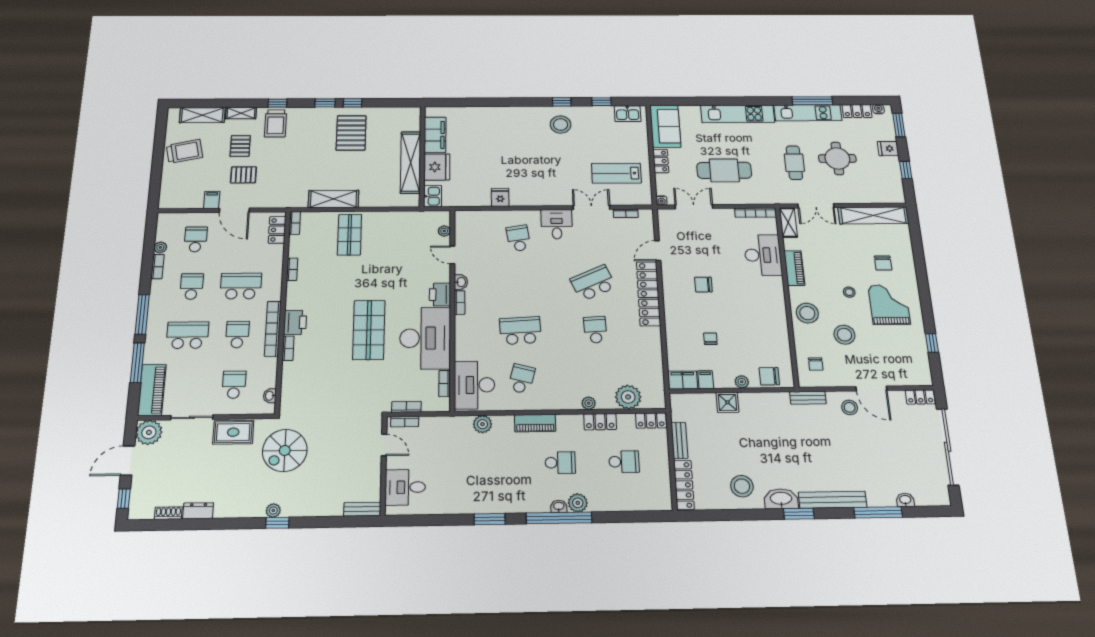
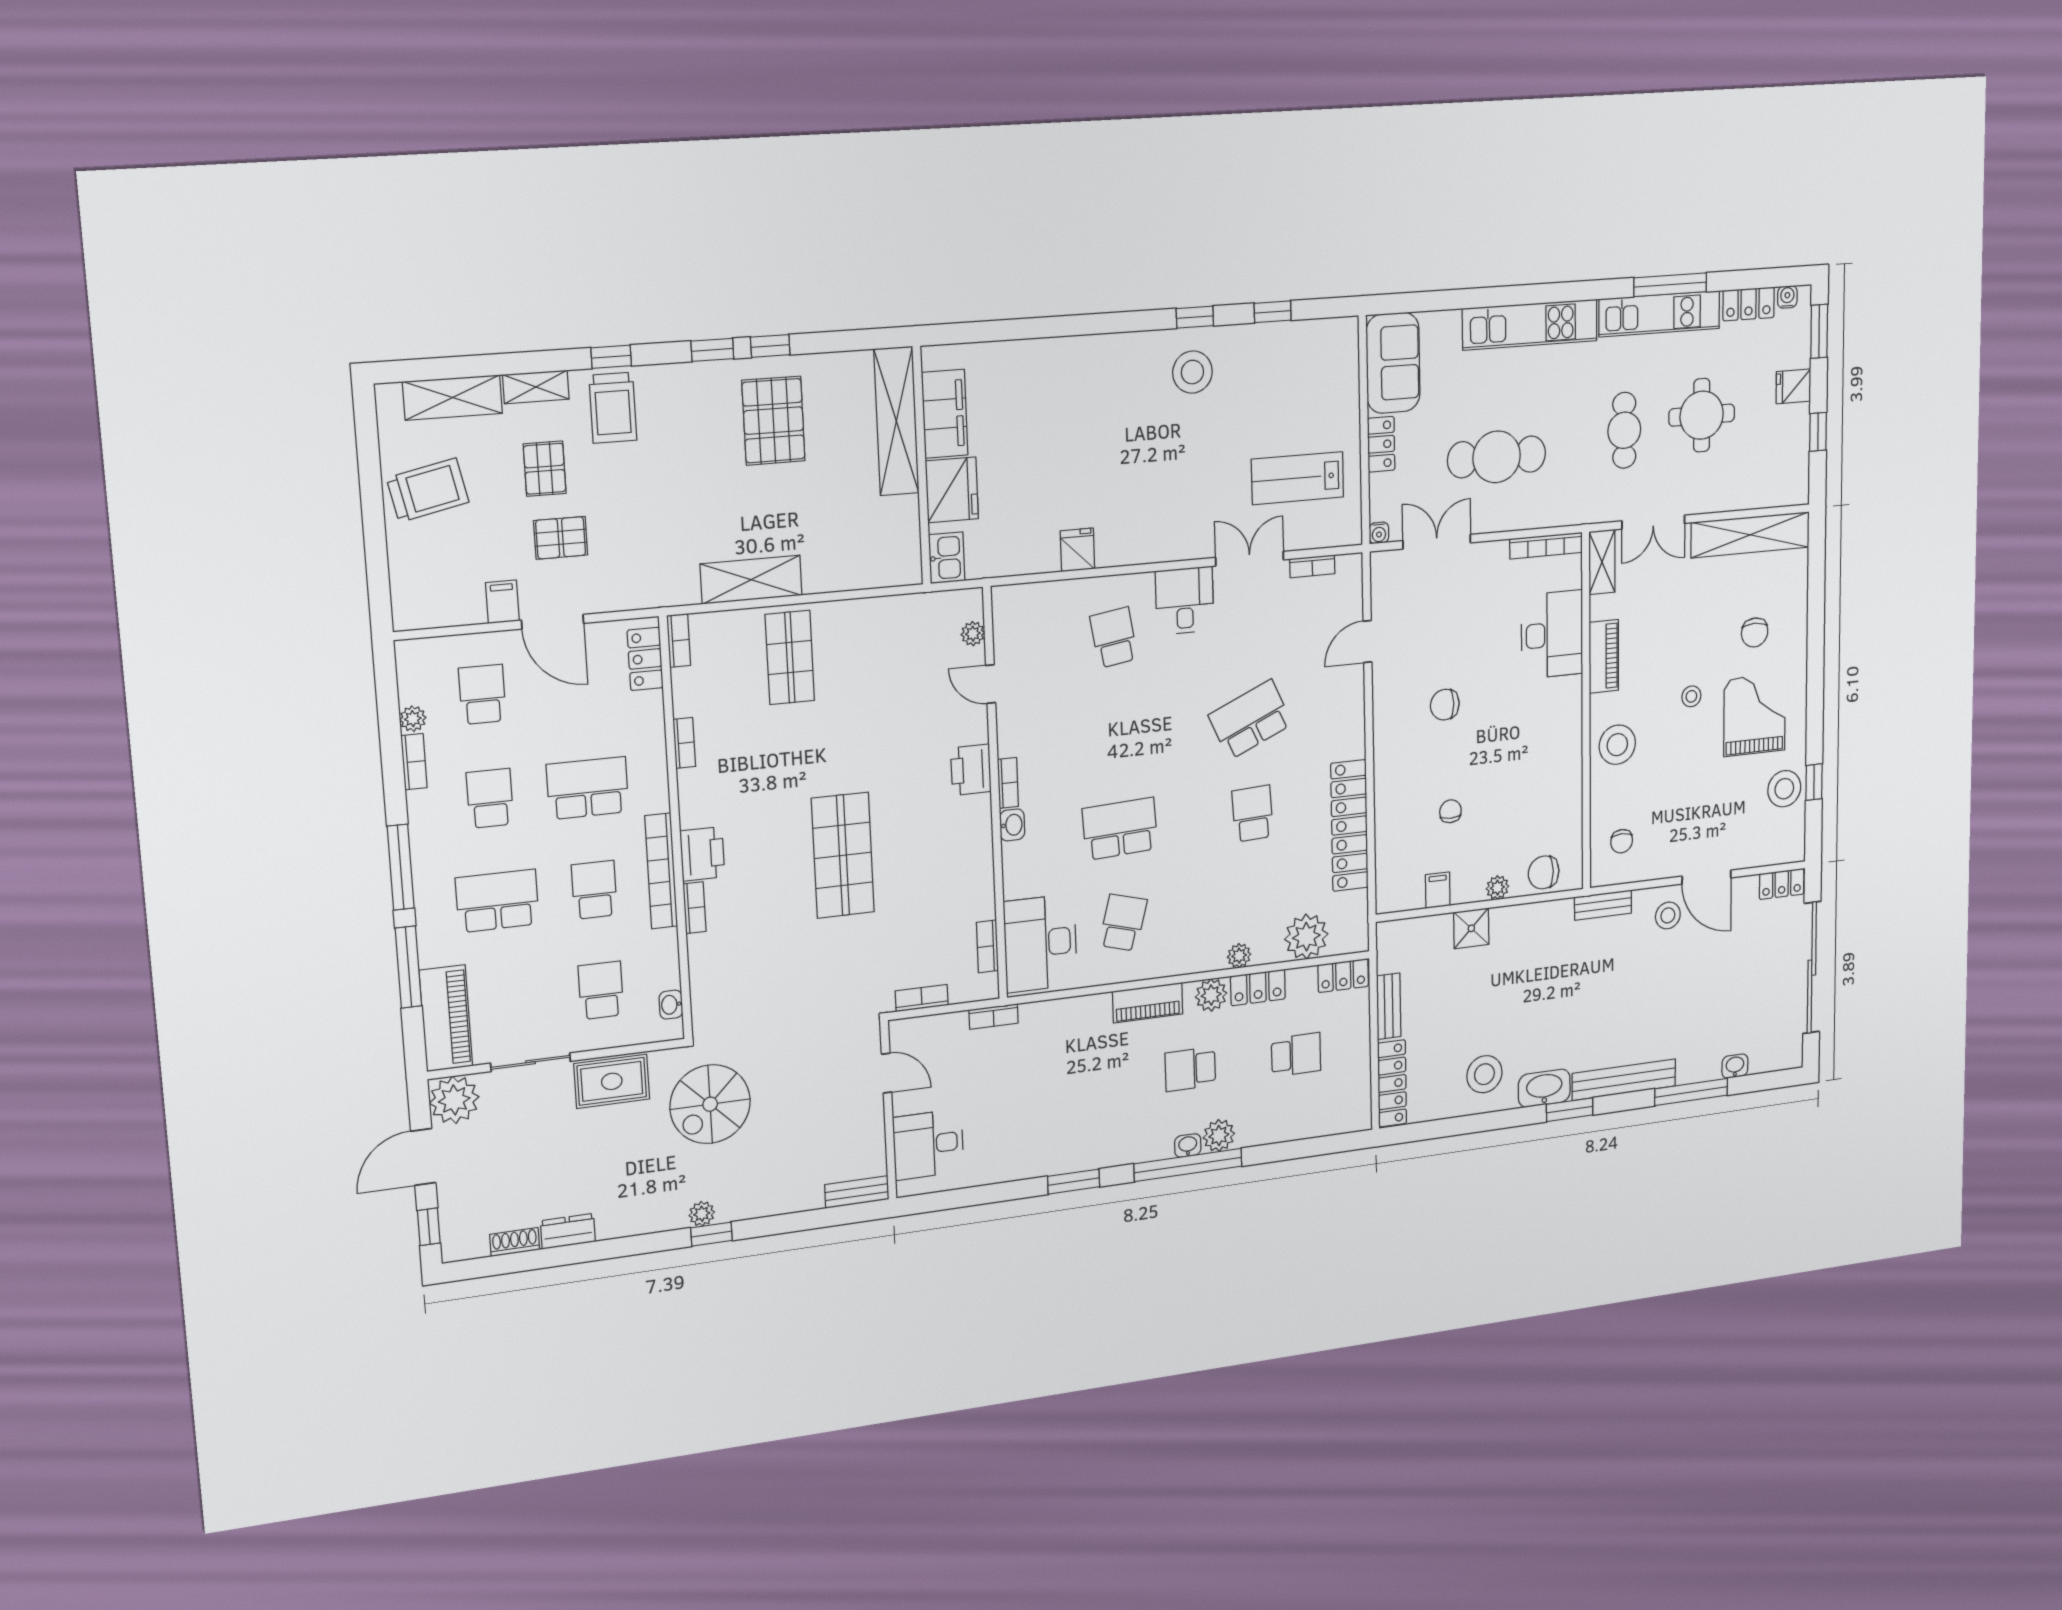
kitchen sink: (628, 114) -> (1322, 337), removed
shelving: (411, 162) -> (896, 421), moved
washbasin: (461, 282) -> (1012, 825), moved
locker: (648, 294) -> (1349, 826), moved
stool: (844, 335) -> (1784, 789), moved
desk: (425, 338) -> (948, 861), removed
filing cabinet: (683, 380) -> (1399, 895), removed
bookcase: (405, 422) -> (994, 1016), moved
plant: (482, 424) -> (1211, 995), moved
school desk: (560, 463) -> (1190, 1069), turned 180

